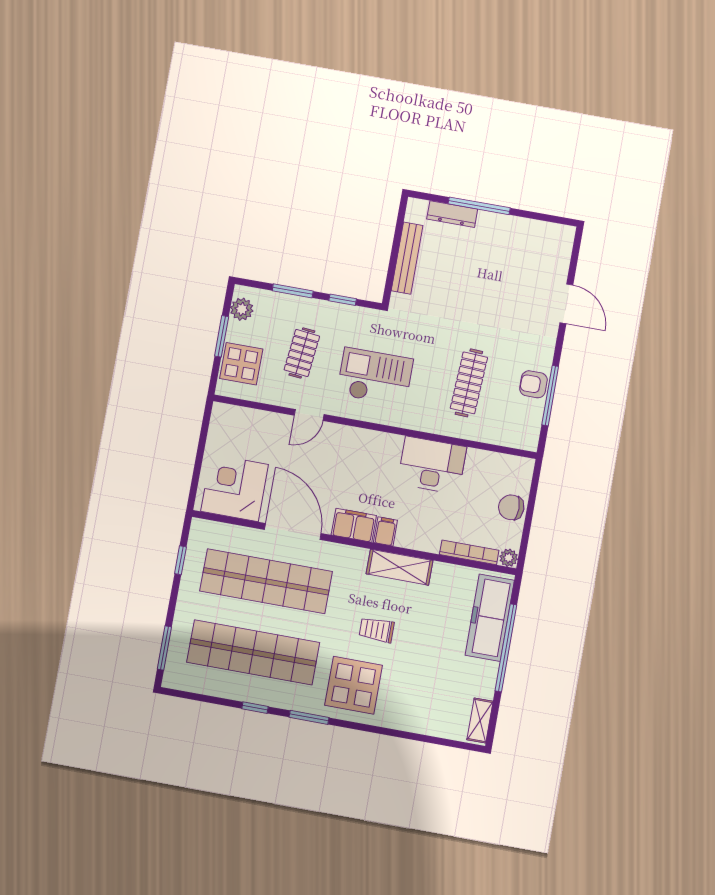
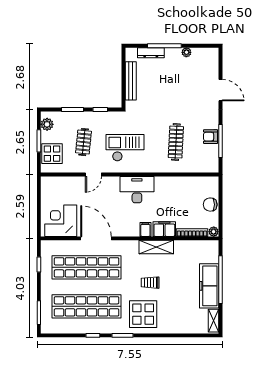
plant: (517, 225) -> (186, 52), added
desk: (432, 465) -> (137, 190), moved
filing cabinet: (354, 525) -> (164, 229), moved
freezer: (490, 618) -> (209, 286), moved

